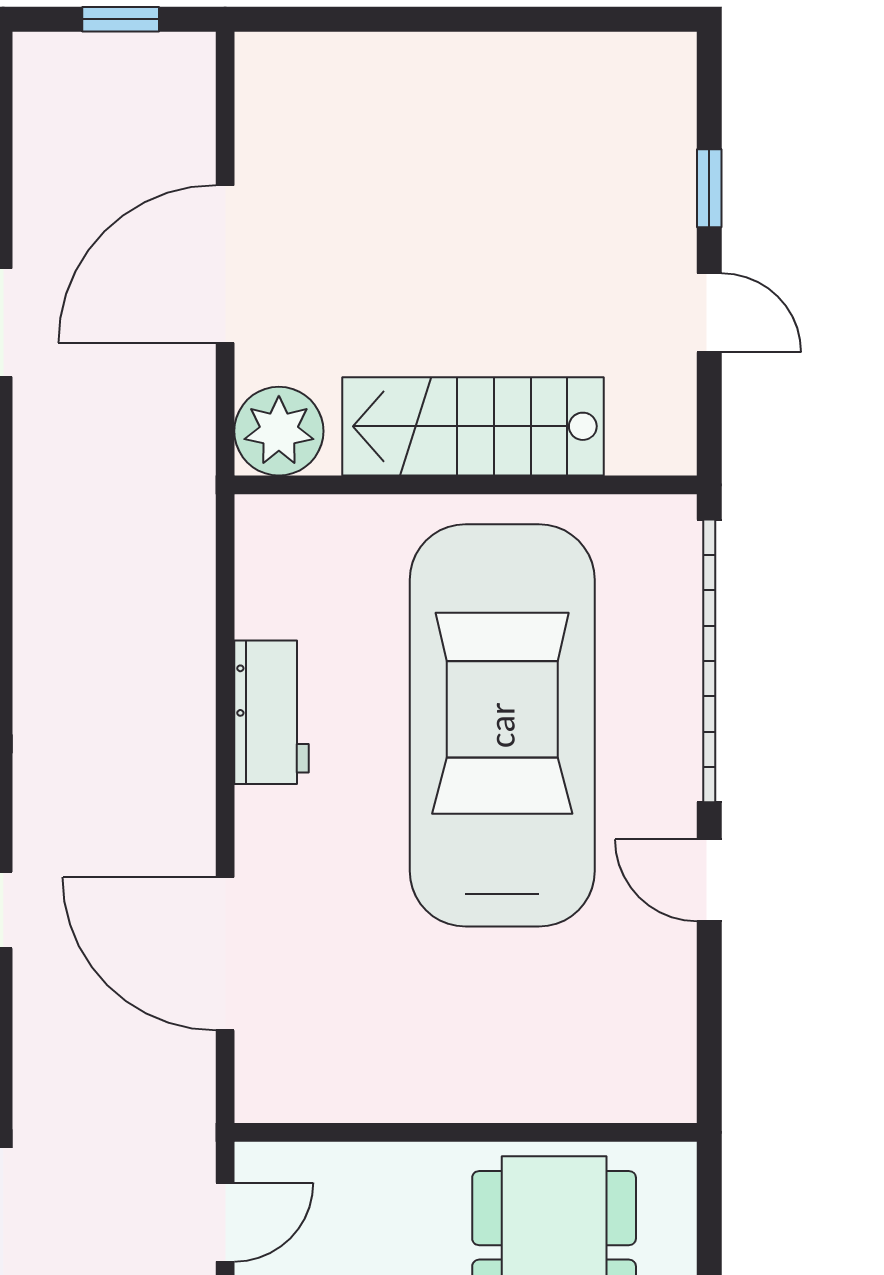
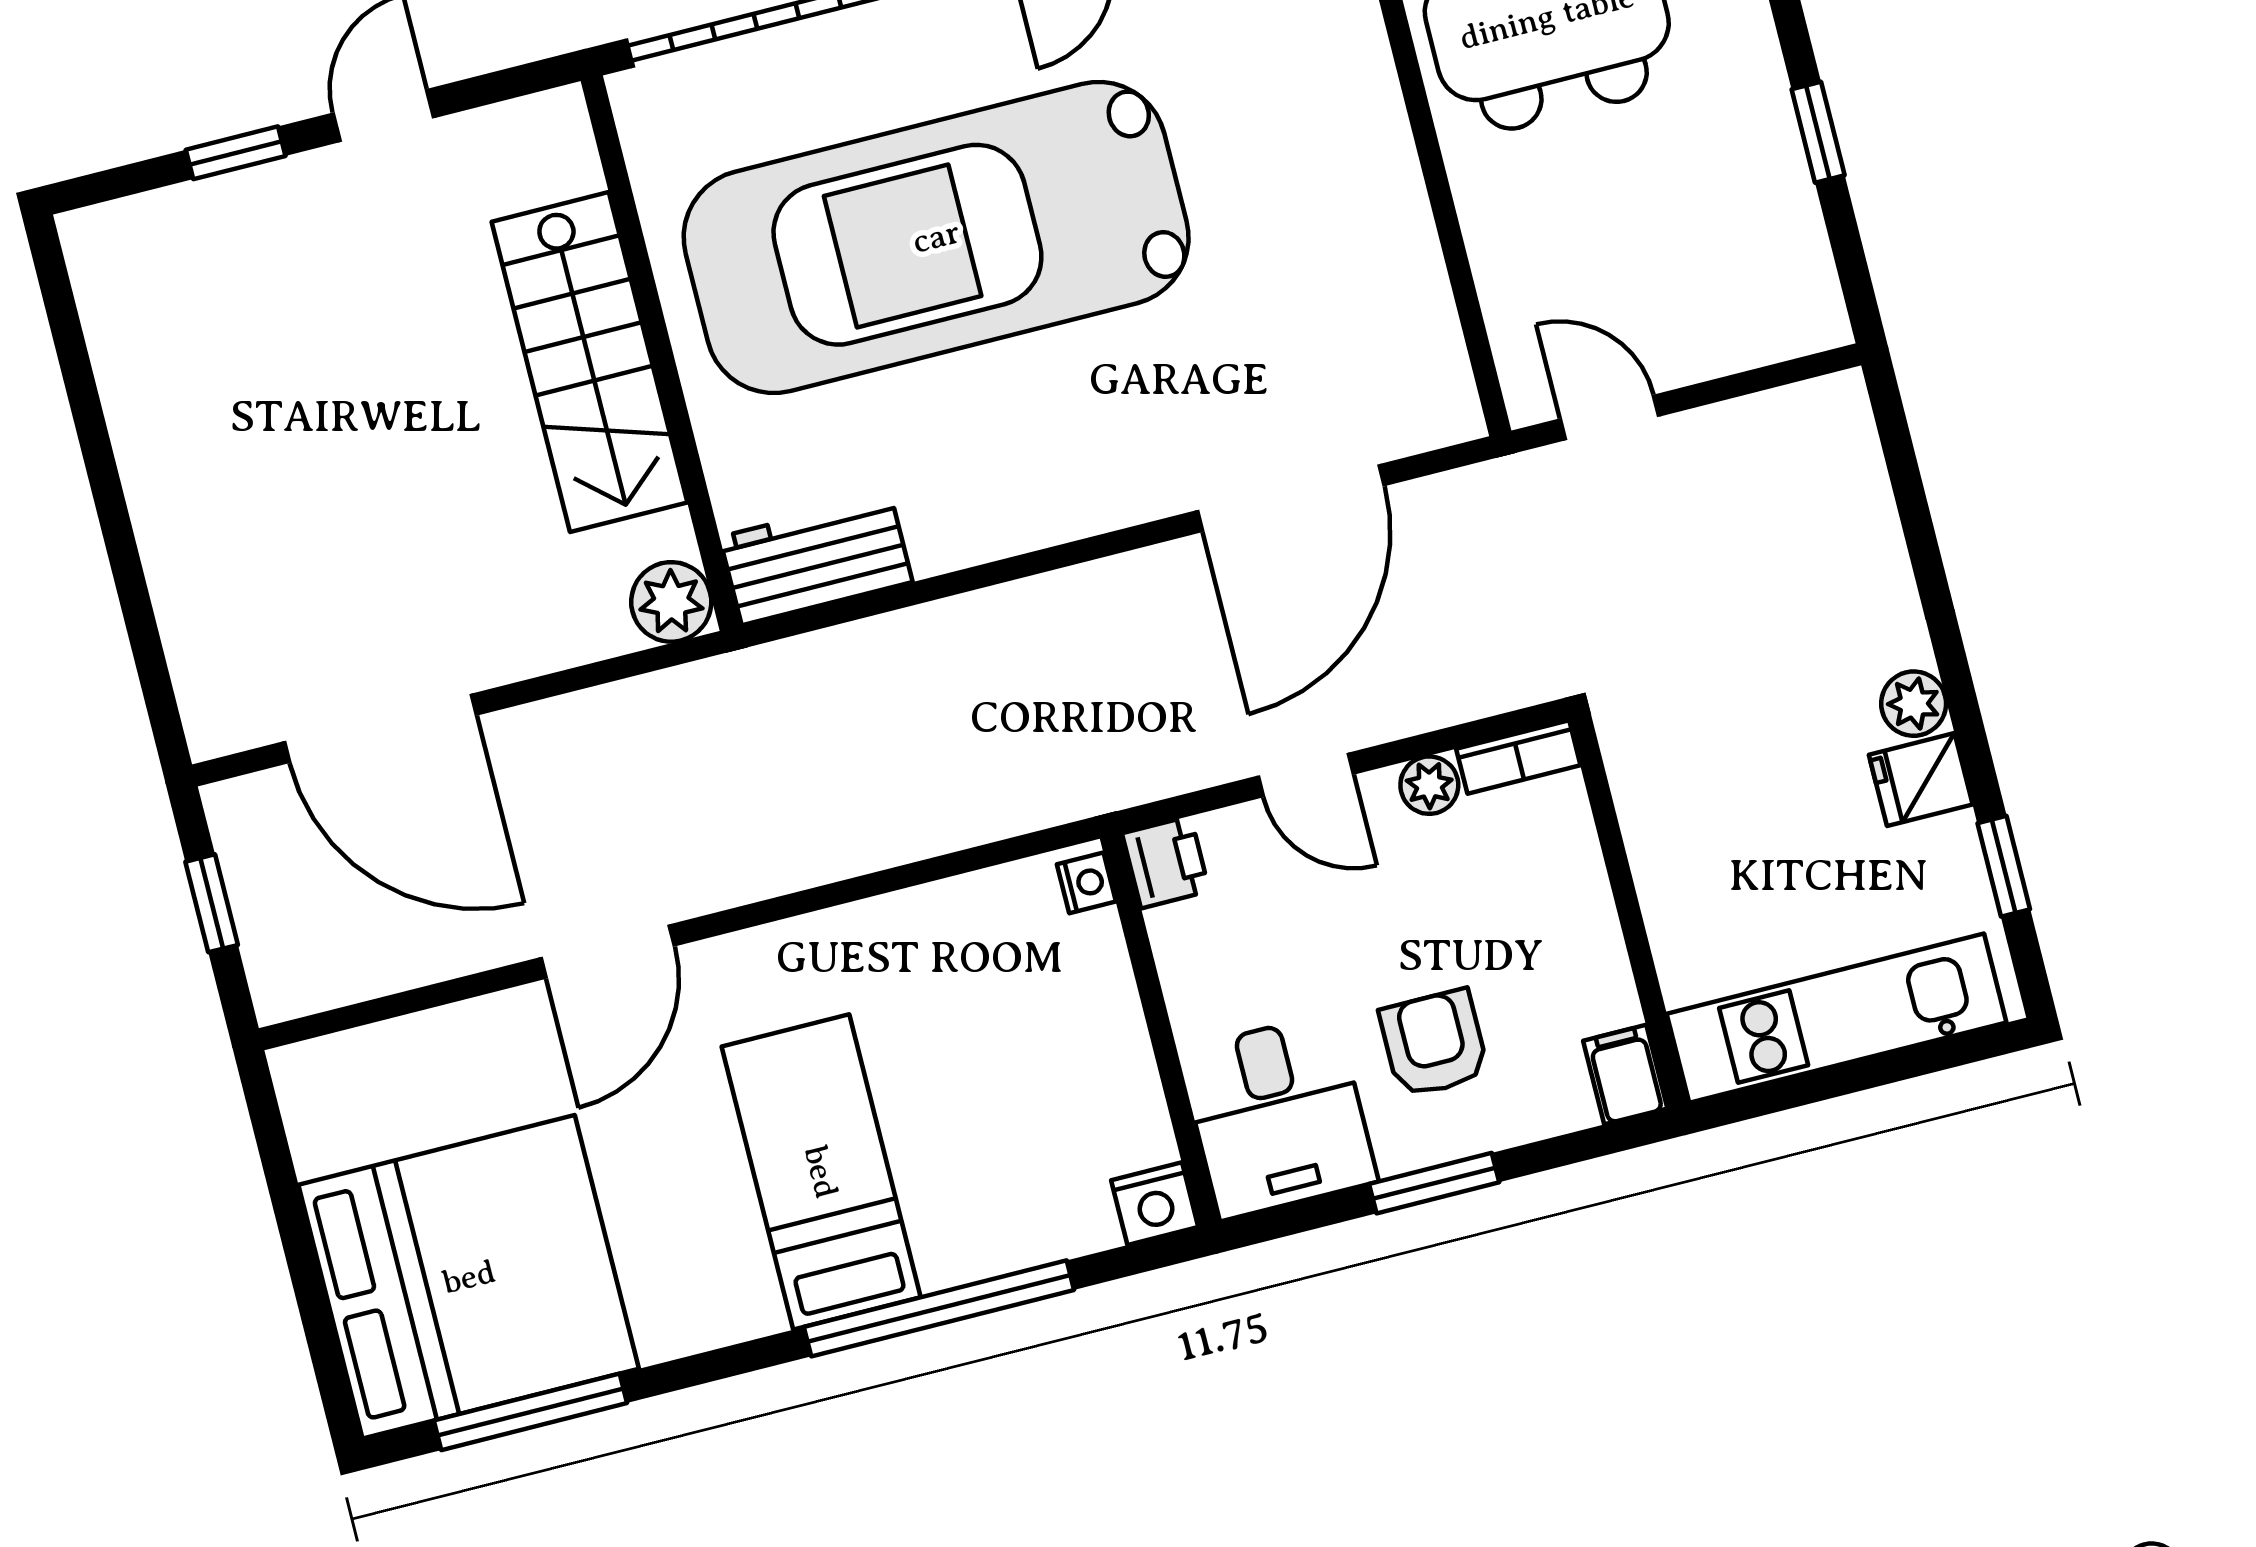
door: (225, 264) -> (380, 728), moved
plant: (279, 431) -> (671, 602), width x0.73, depth x0.73
workbench: (272, 712) -> (816, 559), moved

